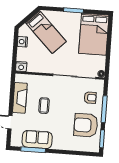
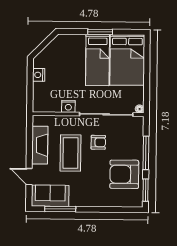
bed: (46, 32) -> (98, 60), moved, turned 45
nightstand: (21, 67) -> (68, 106), moved
armchair: (90, 98) -> (98, 142), moved
coffee table: (44, 106) -> (71, 153), width x1.86, depth x1.72
sofa: (37, 139) -> (50, 196), moved

